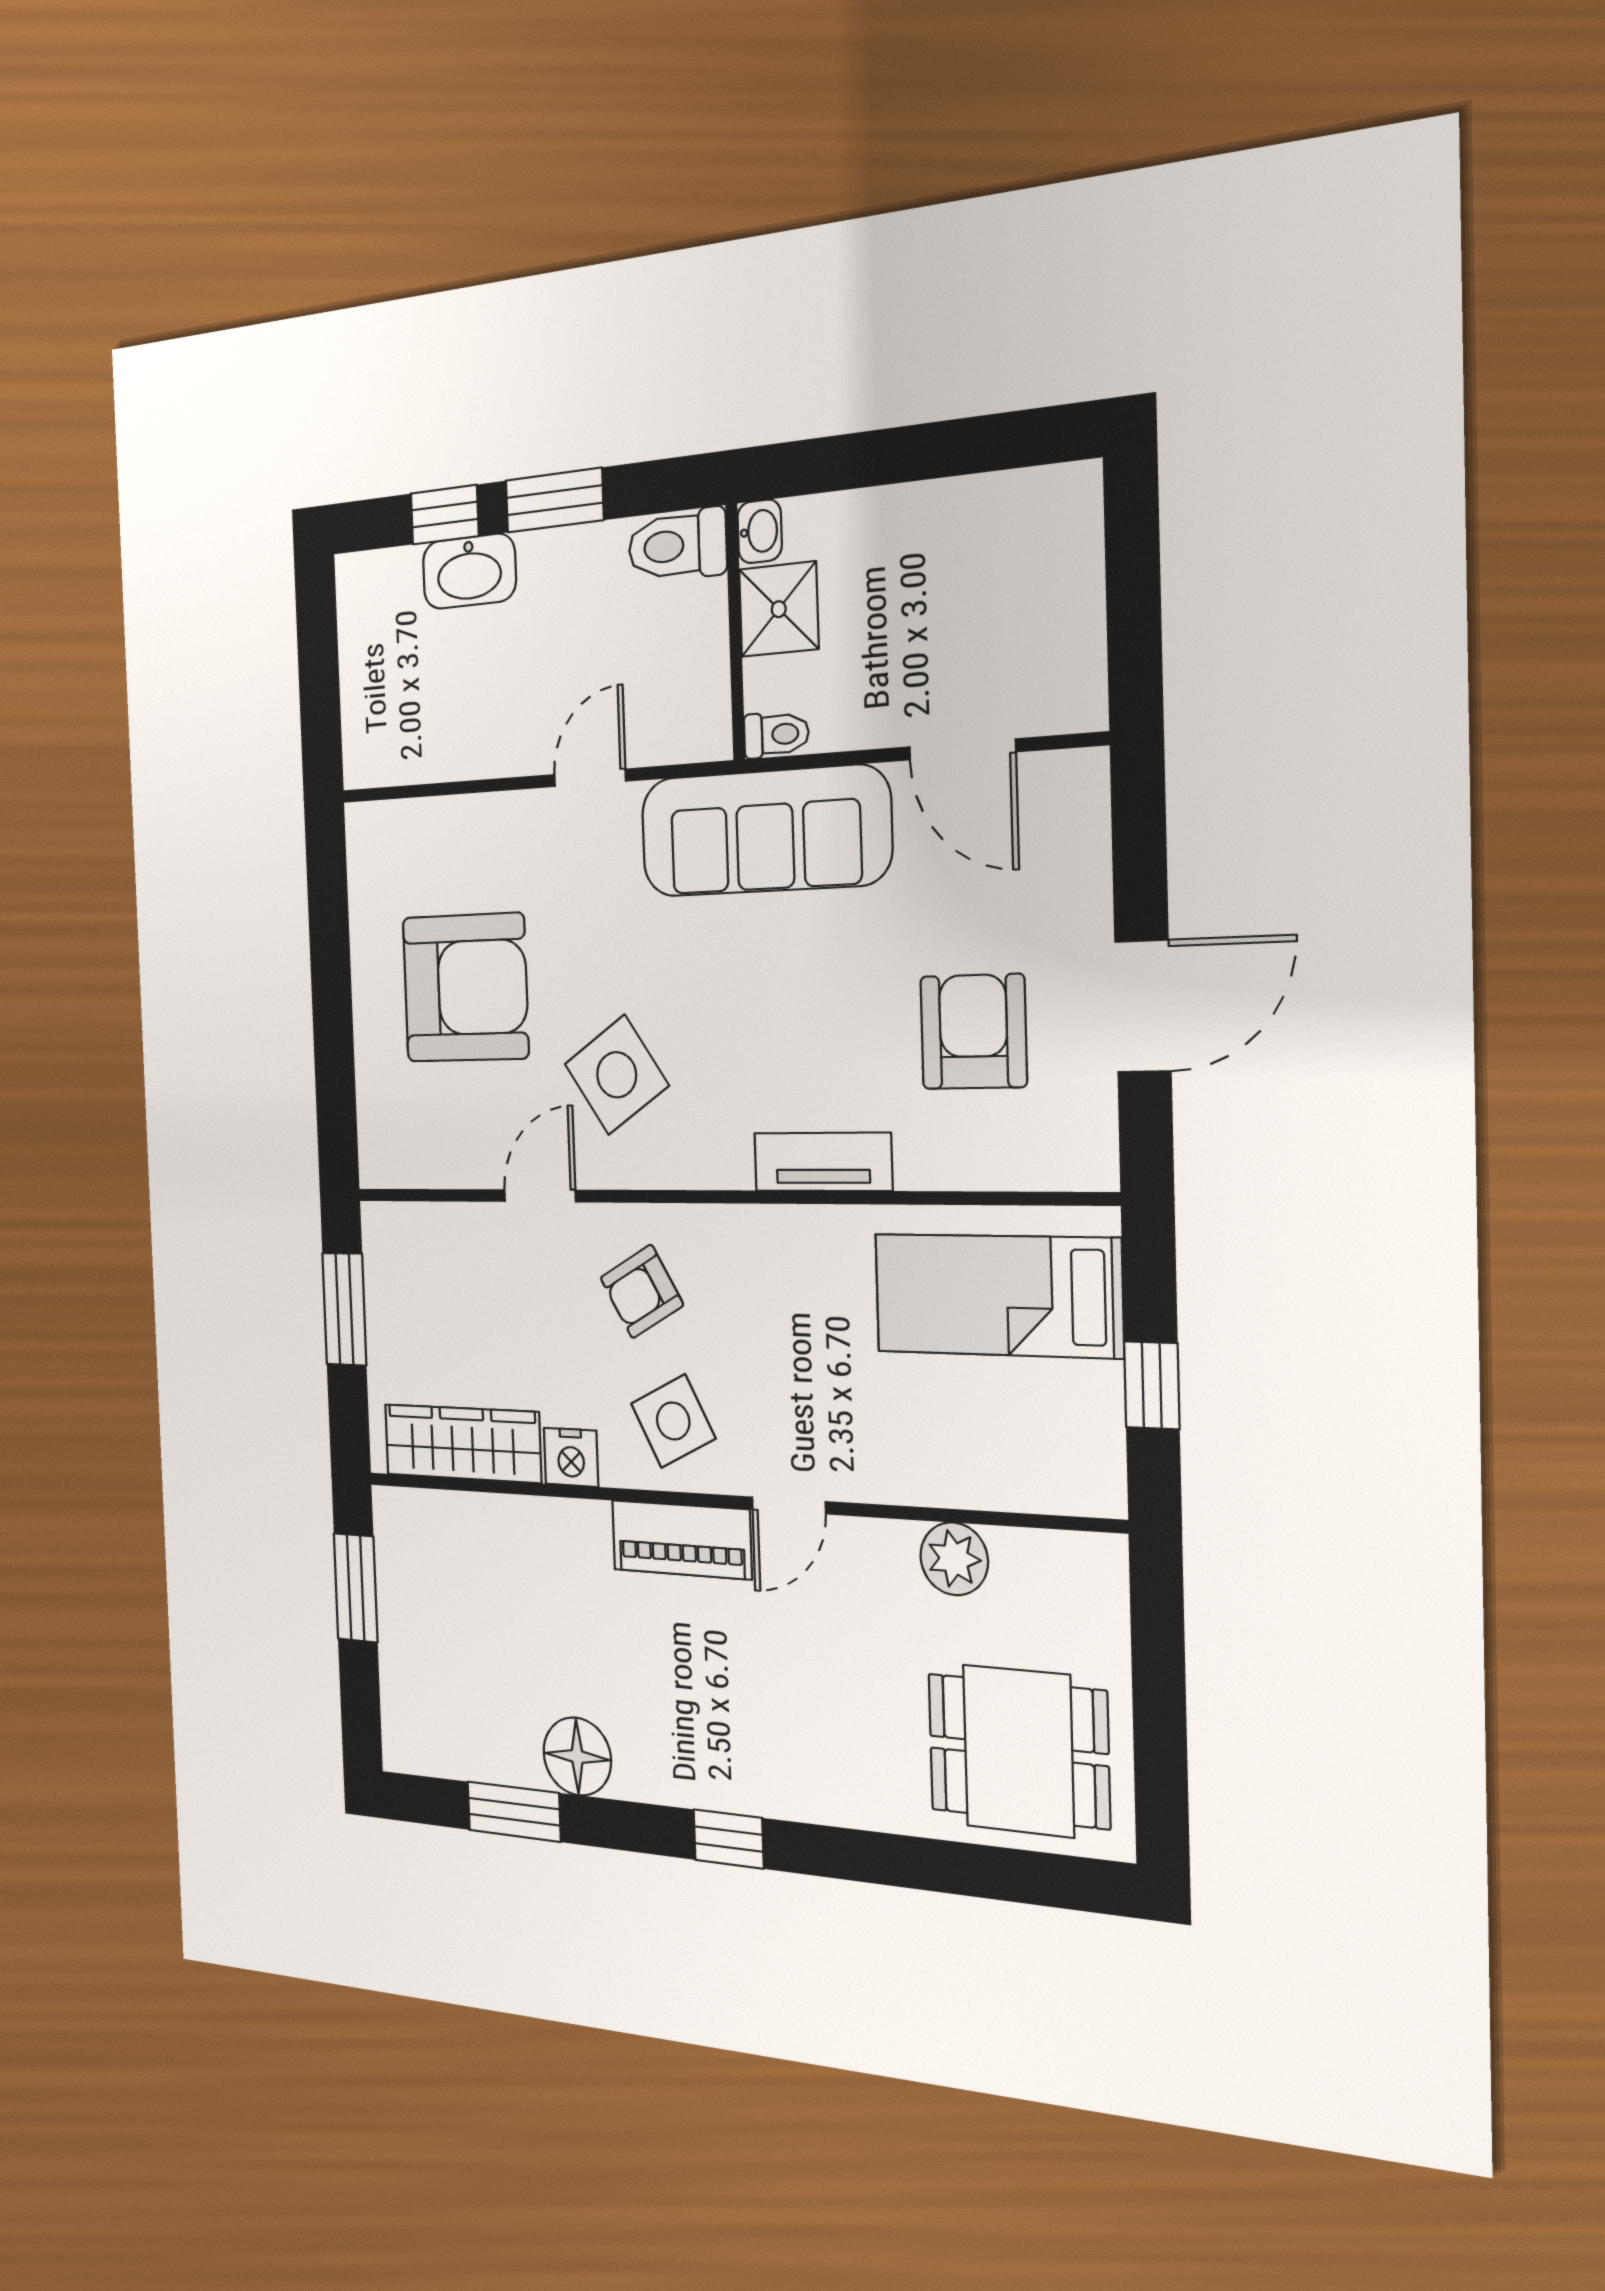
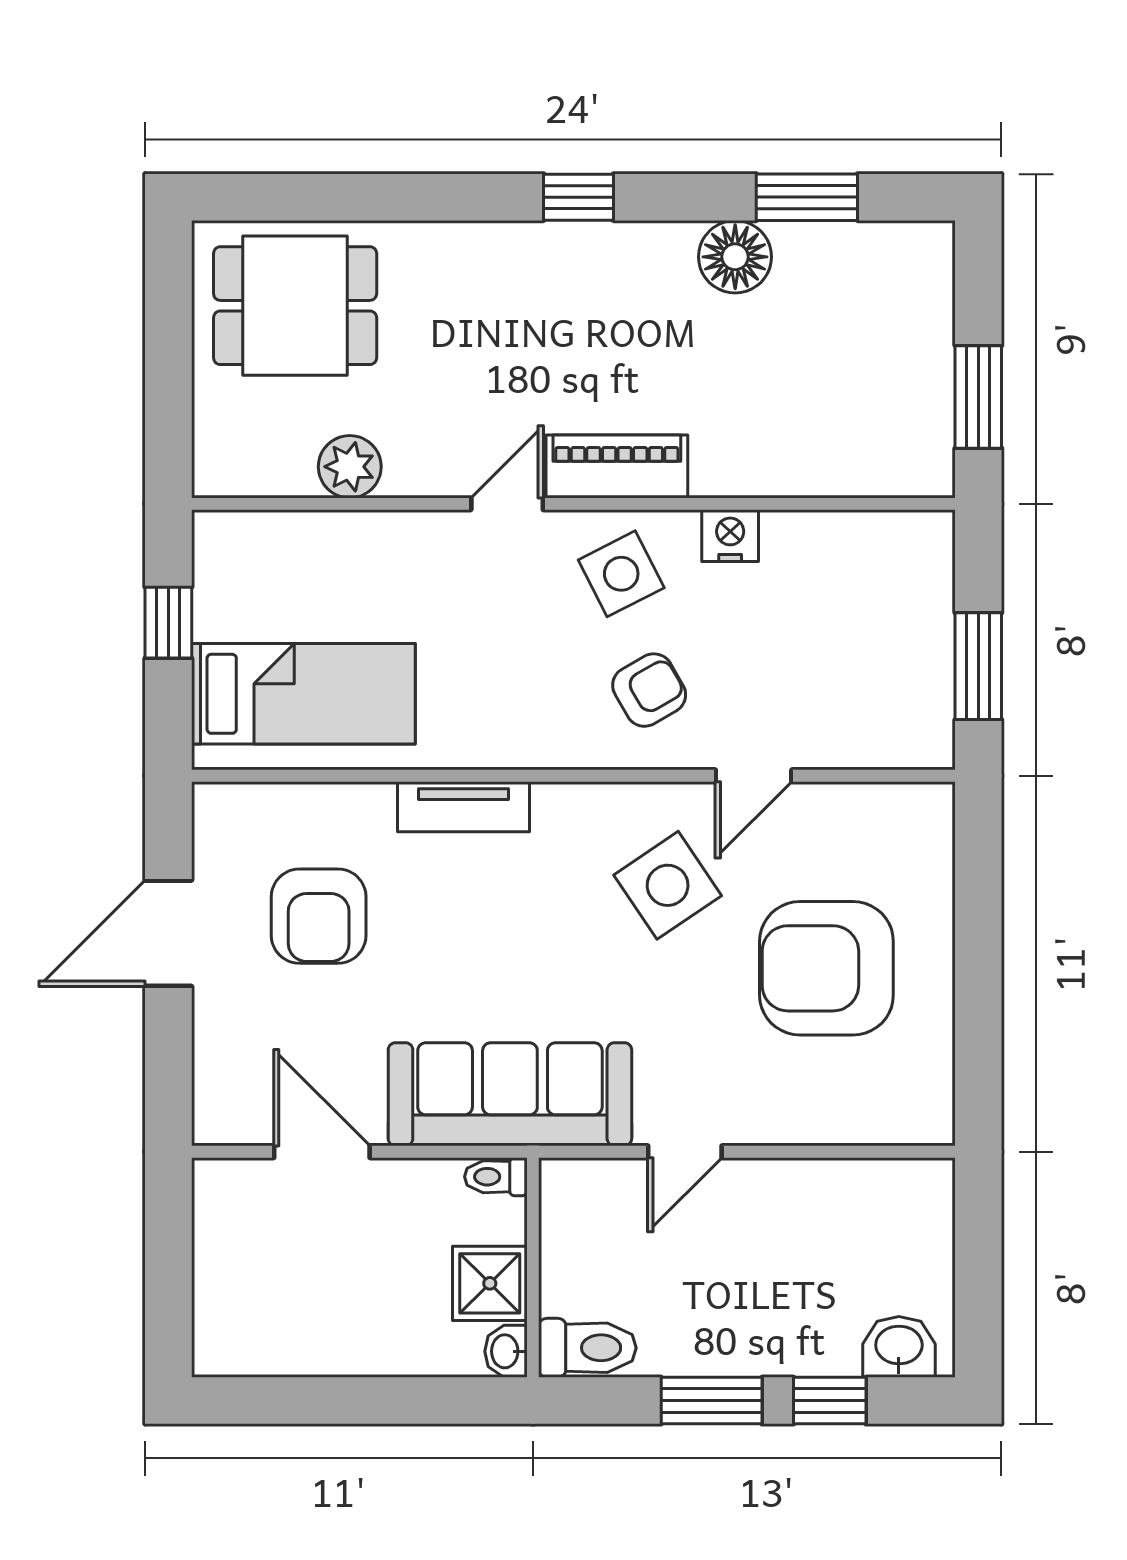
washbasin: (469, 571) -> (899, 1347), moved, width x0.72
wardrobe: (462, 1443) -> (849, 543), removed

